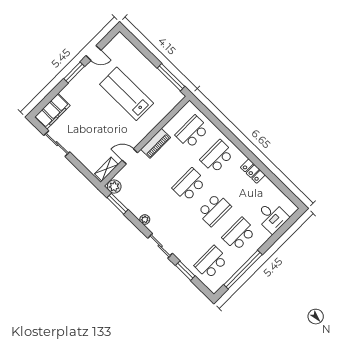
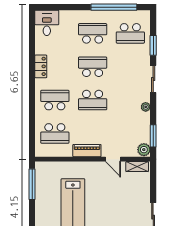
school desk: (217, 157) -> (55, 100), turned 180
desk: (272, 217) -> (47, 23), moved
school desk: (239, 234) -> (93, 33), turned 180

